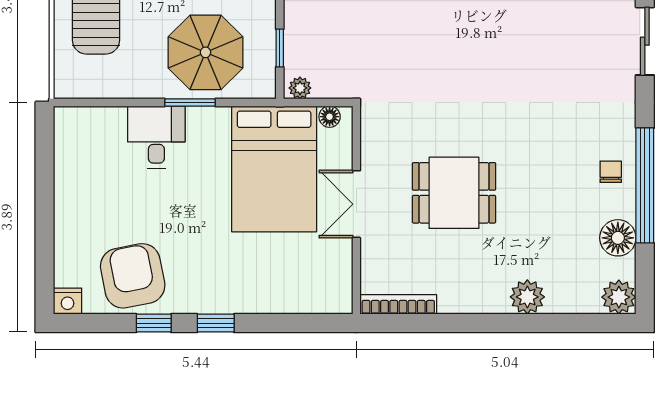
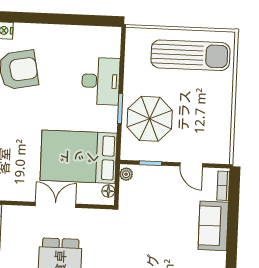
desk: (156, 137) -> (101, 81), width x1.37

